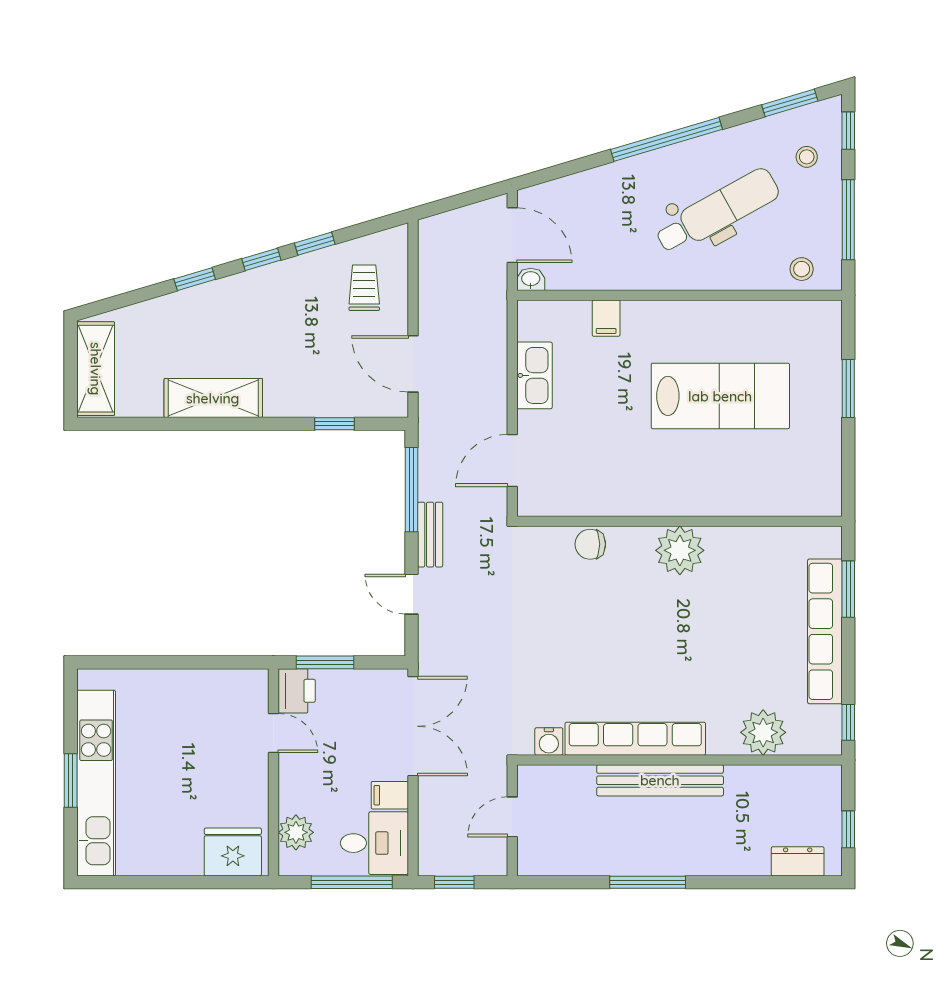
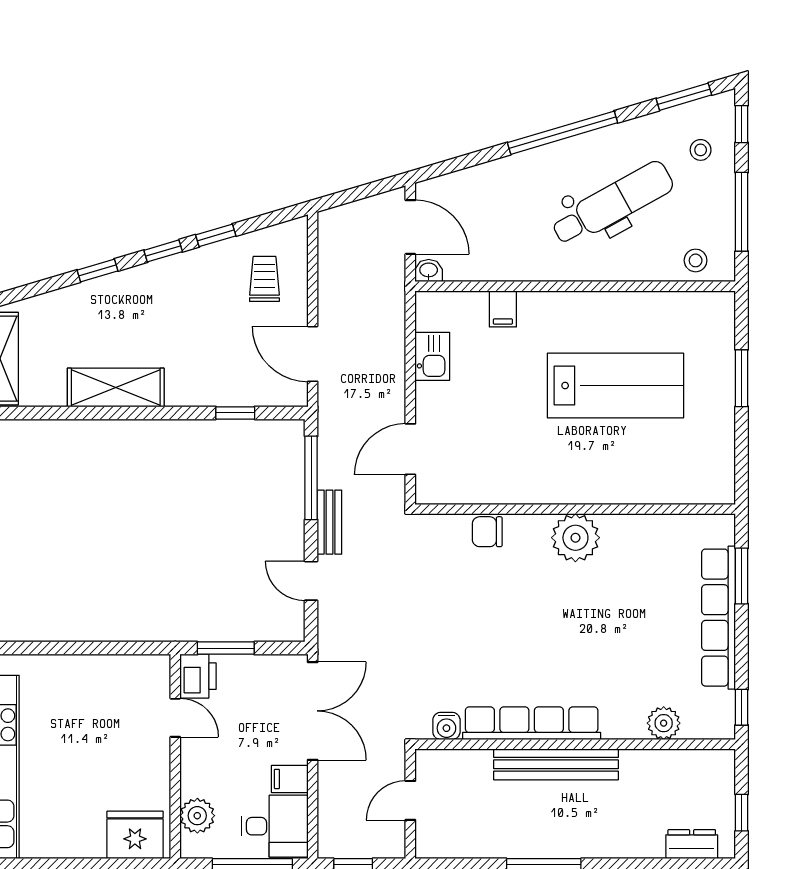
kitchen sink: (534, 375) -> (432, 356), width x0.73
plant: (763, 732) -> (664, 723), width x0.73, depth x0.73

